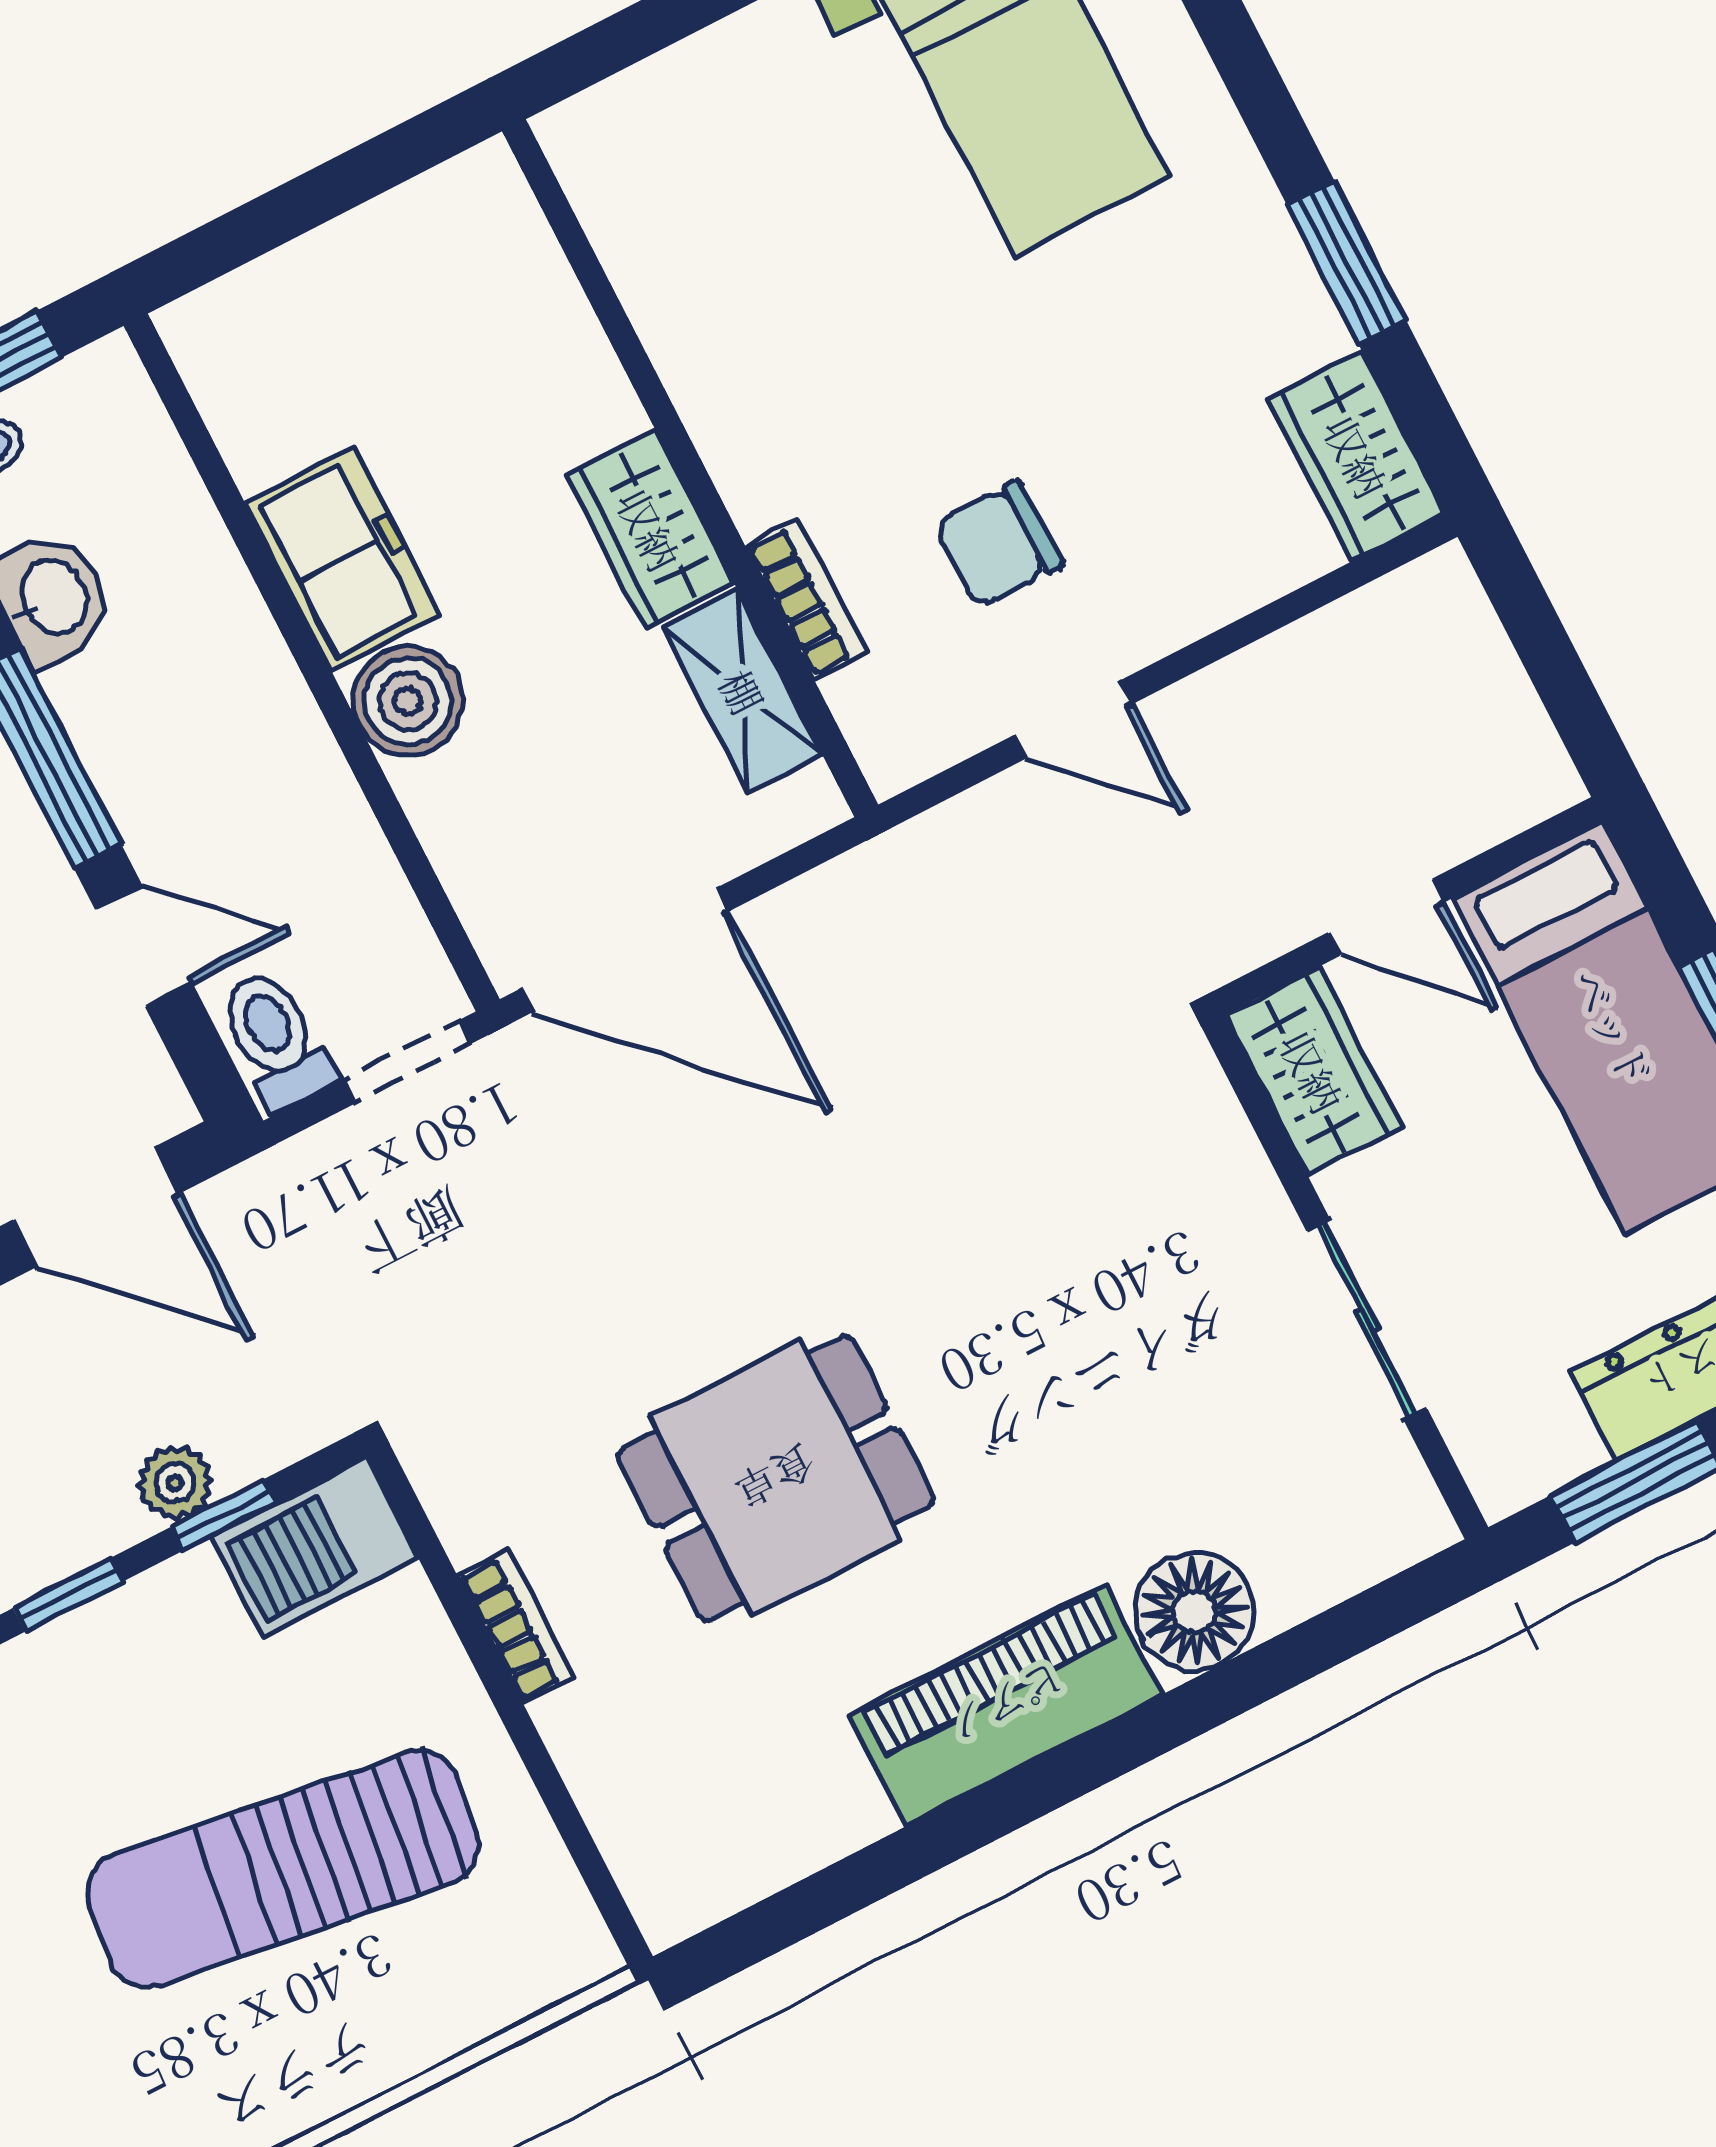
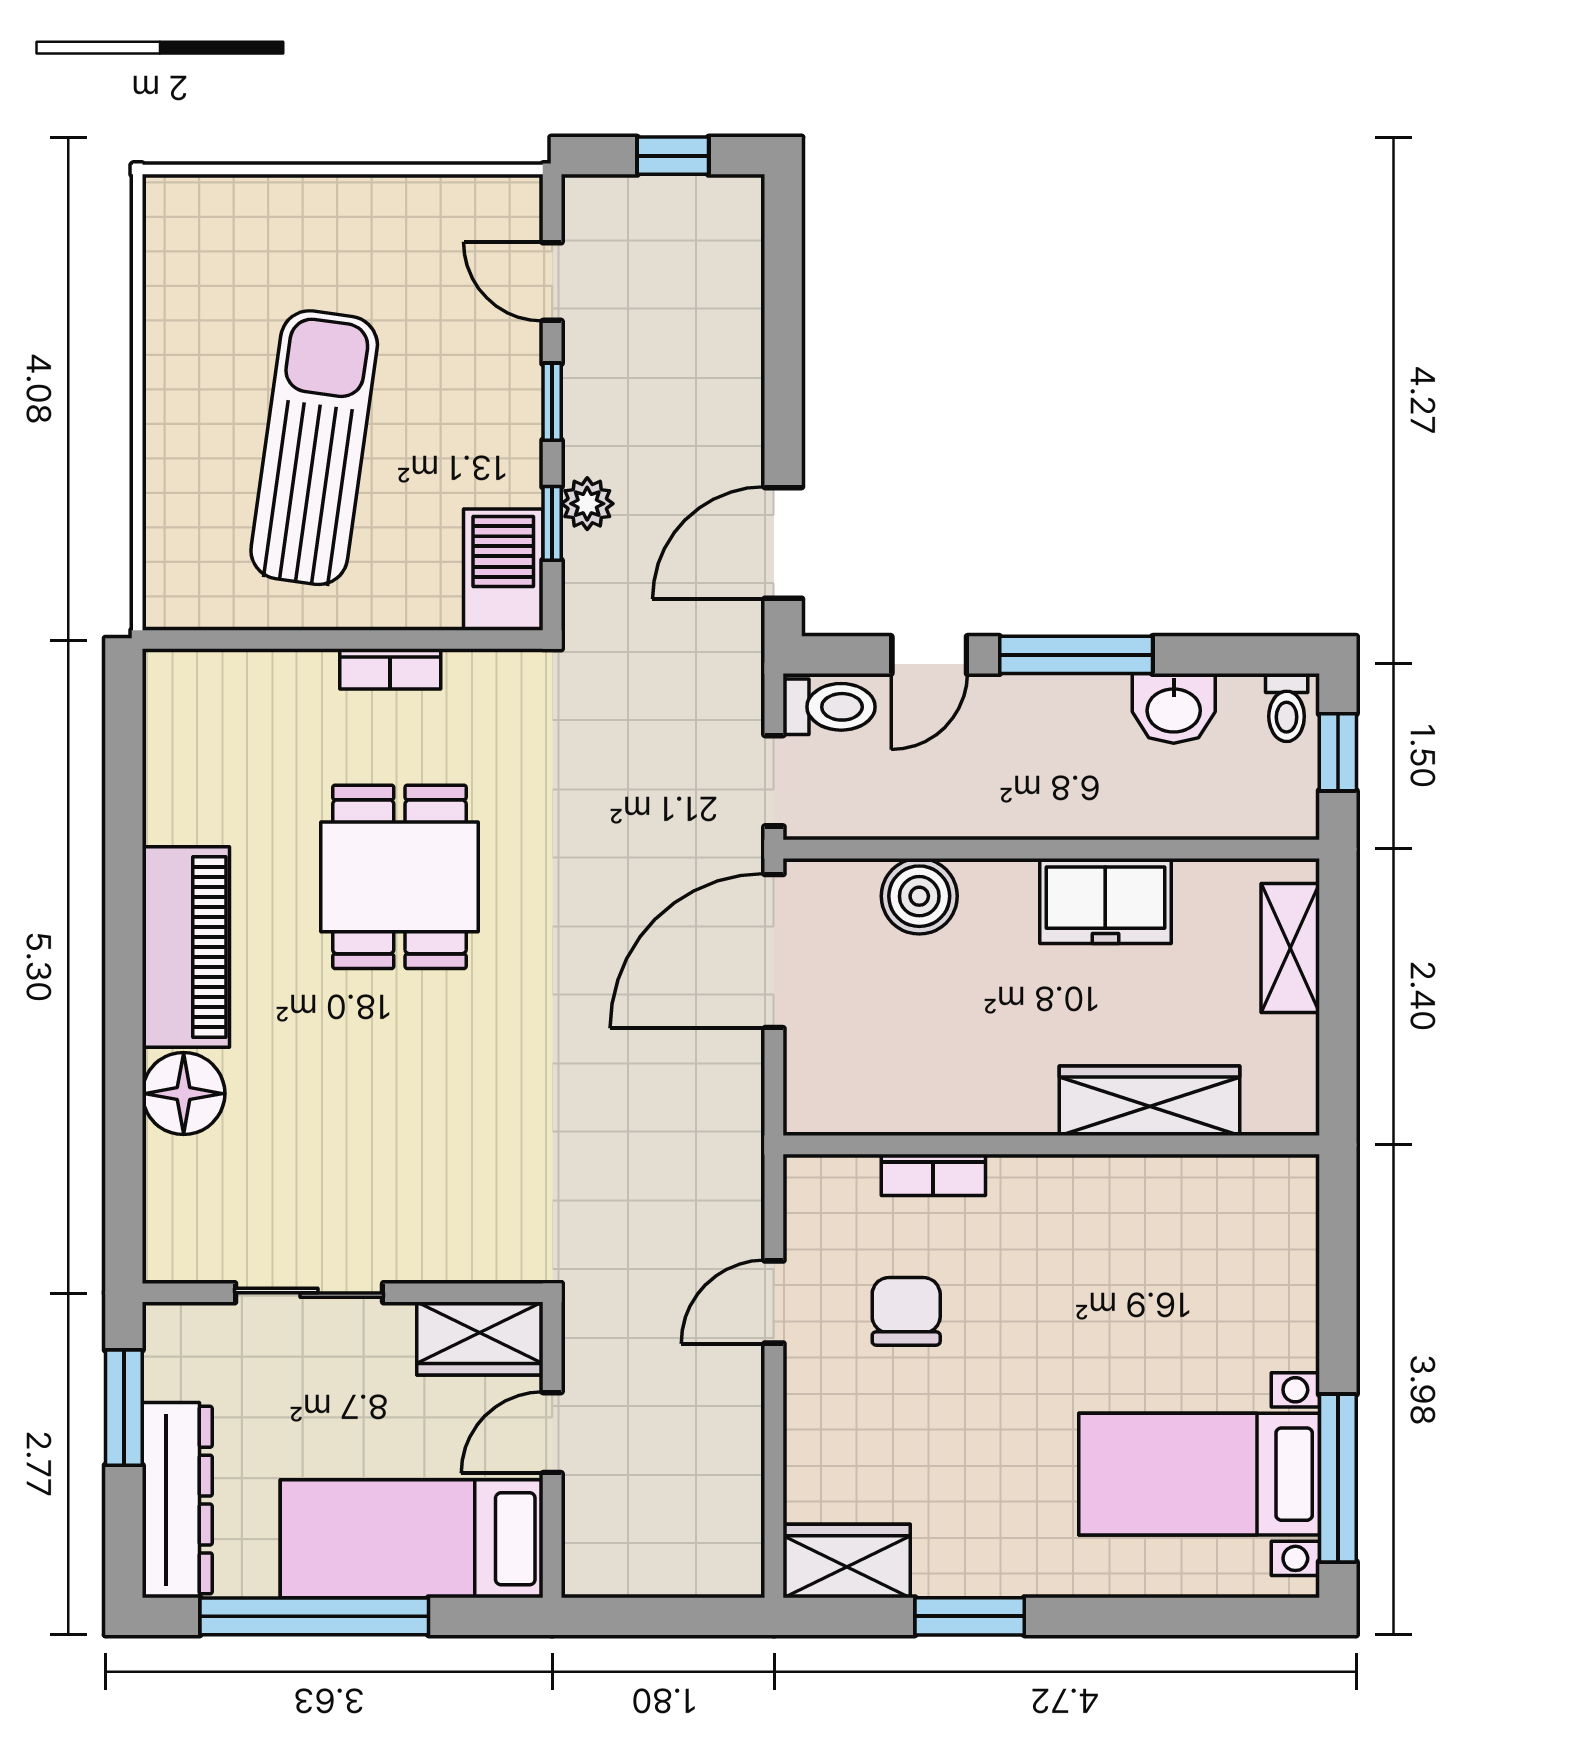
wardrobe: (650, 529) -> (1150, 1101), moved, width x1.50
shelving: (743, 691) -> (1290, 948), moved, turned 90
boiler: (408, 701) -> (919, 896), moved

